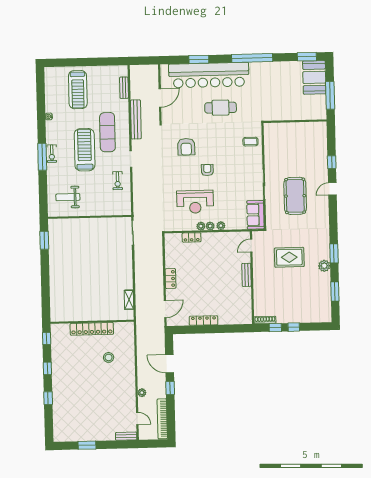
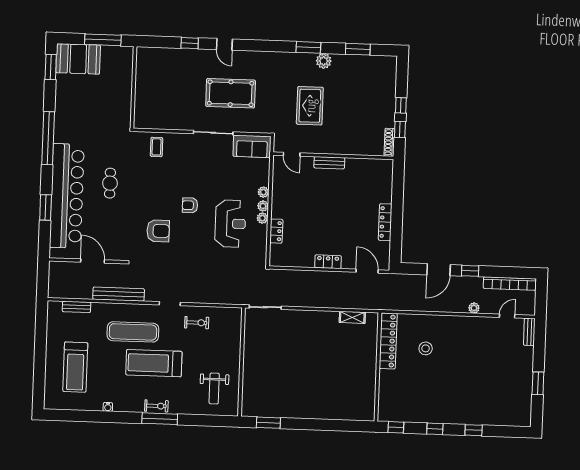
treadmill: (78, 90) -> (75, 367), turned 90
cafe table: (221, 108) -> (110, 183), width x0.73, depth x0.74
locker: (92, 329) -> (388, 341), moved

